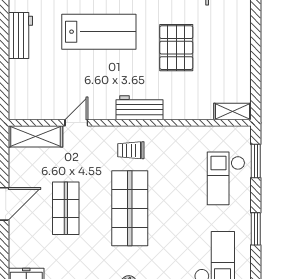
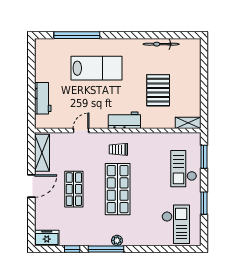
workbench: (20, 35) -> (43, 98), moved
pallet: (176, 48) -> (158, 90), moved
shelving: (36, 136) -> (42, 153), moved, turned 90

